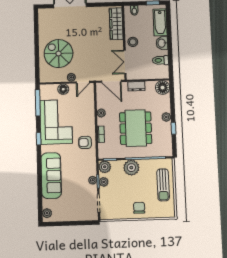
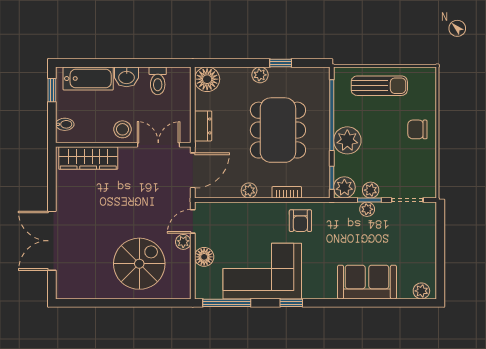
spiral stairs: (59, 53) -> (139, 264), turned 180
double door: (125, 62) -> (158, 145), swing flipped
door: (83, 82) -> (193, 221), swing flipped
dining table: (136, 128) -> (278, 130), turned 90
sofa: (51, 175) -> (367, 282), width x0.73

